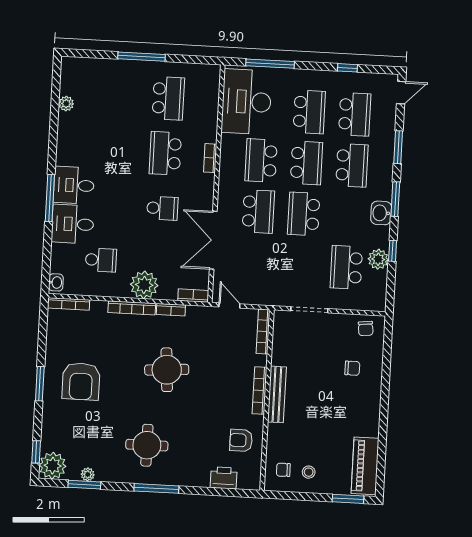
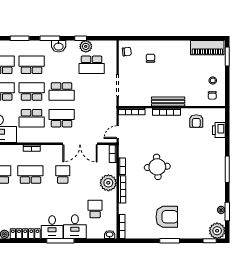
locker: (65, 139) -> (25, 234), added
school desk: (165, 153) -> (30, 175), turned 180
round table: (147, 445) -> (202, 176), removed

